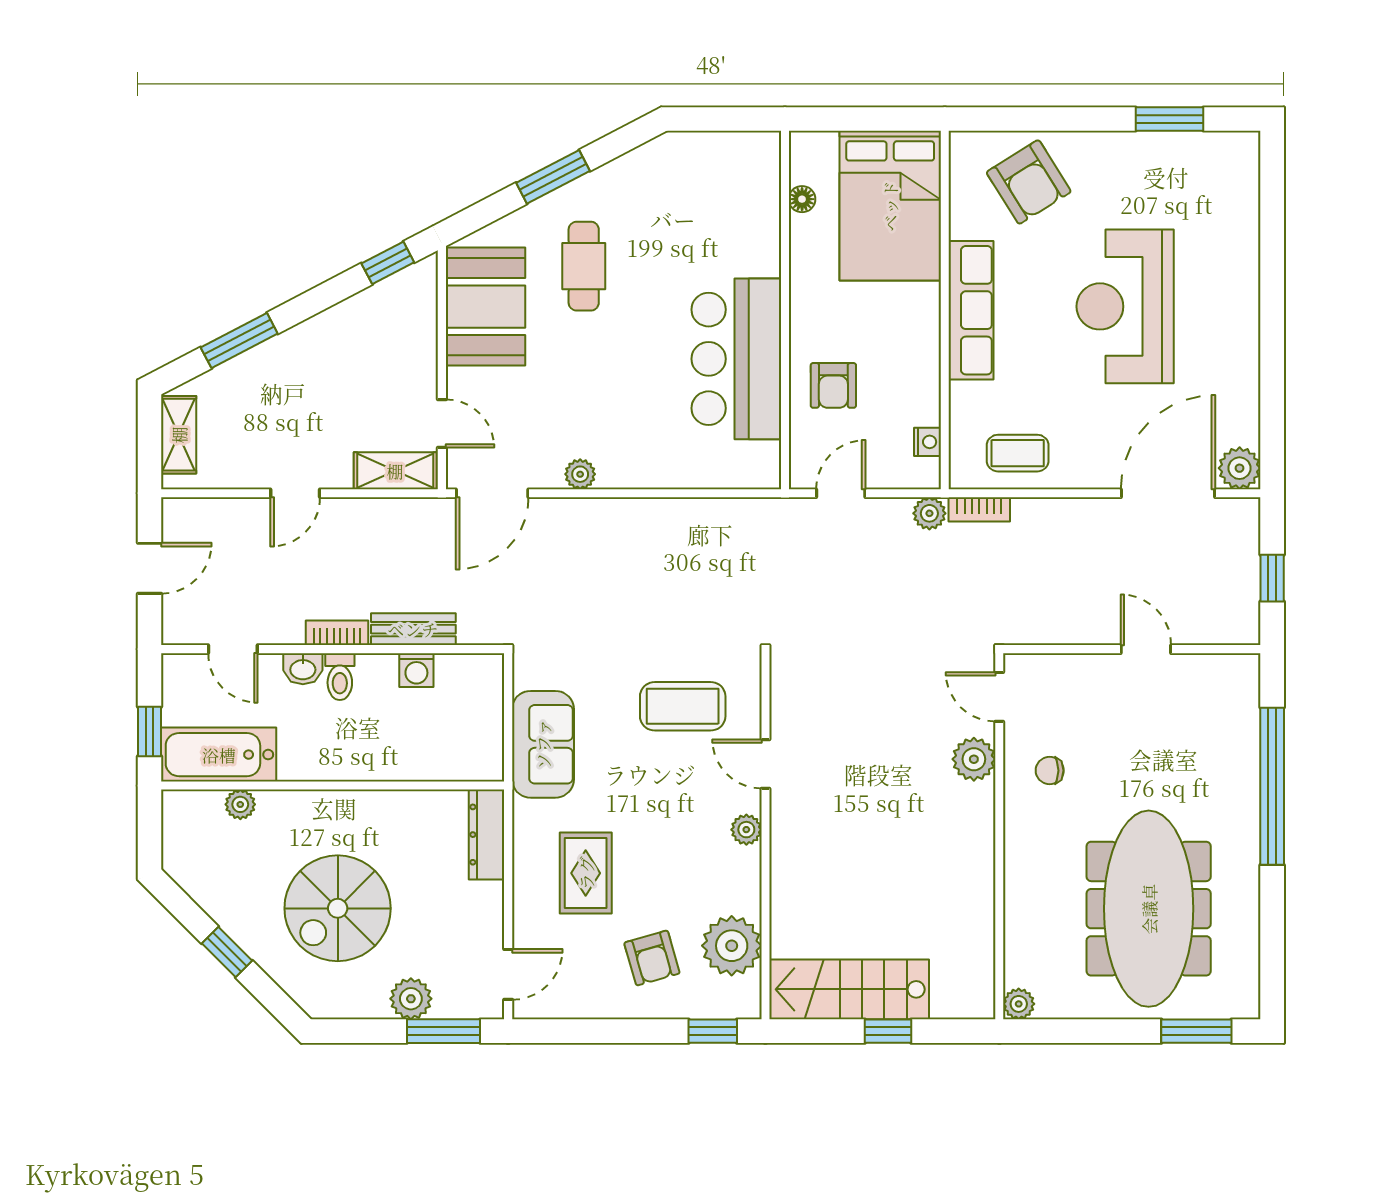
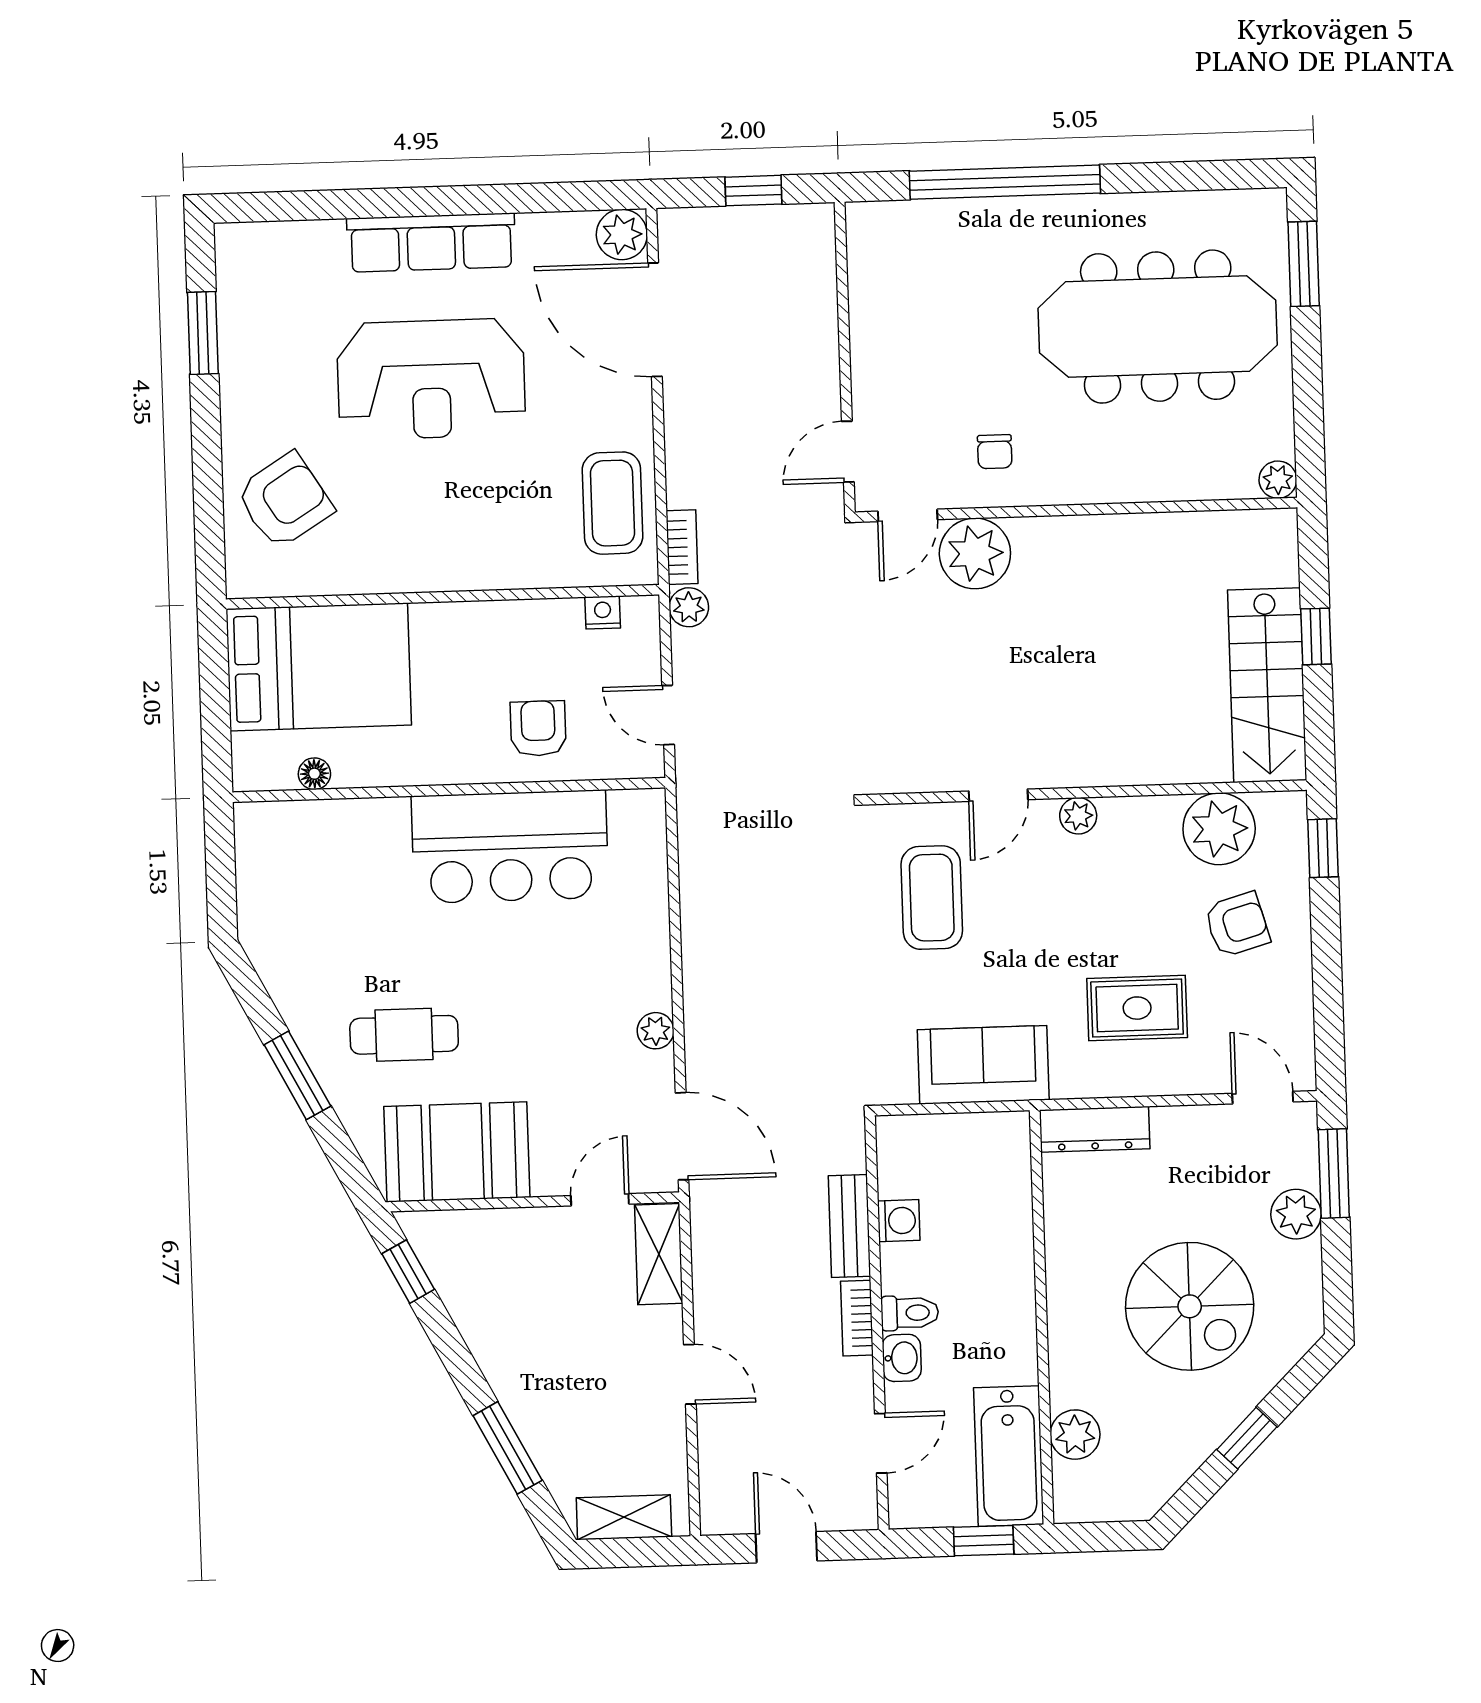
row of seats: (971, 310) -> (431, 243), moved, turned 180
armchair: (833, 385) -> (538, 728), turned -90
coffee table: (1018, 453) -> (613, 503), width x1.36, depth x1.30
door: (1146, 649) -> (848, 452), moved
plant: (974, 759) -> (975, 553), width x1.36, depth x1.36
plant: (240, 804) -> (1075, 1435), width x1.38, depth x1.38

